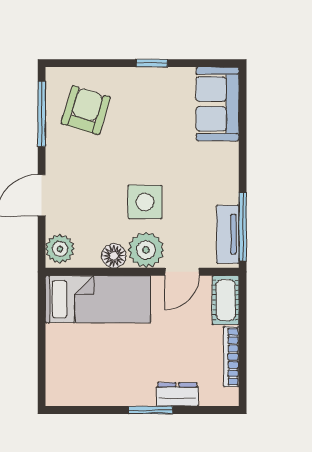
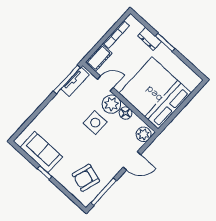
sofa: (218, 104) -> (41, 152), moved, turned -90
bed: (98, 299) -> (155, 93), width x2.04

